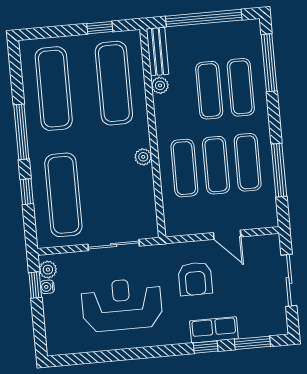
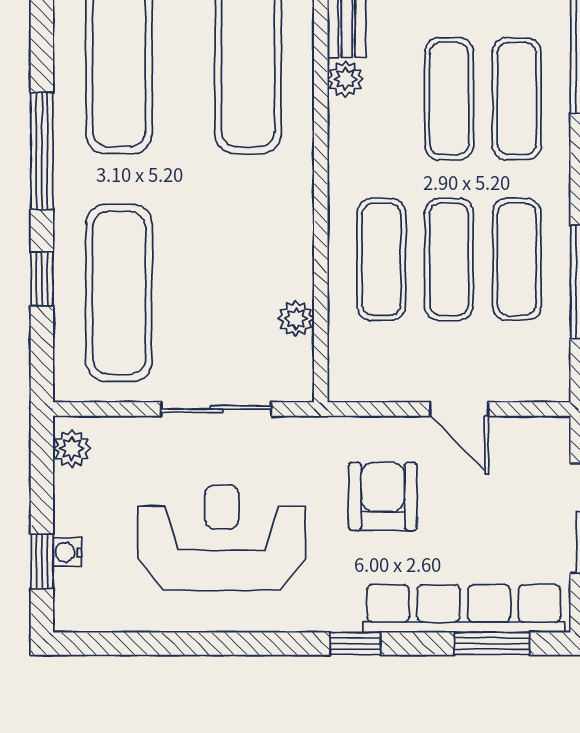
plant: (143, 157) -> (296, 319), moved
armchair: (195, 279) -> (383, 496), turned 180
window: (35, 285) -> (42, 561), moved
water cooler: (47, 287) -> (67, 552), moved
row of seats: (214, 330) -> (464, 609), width x2.02
window: (206, 347) -> (355, 644), moved

